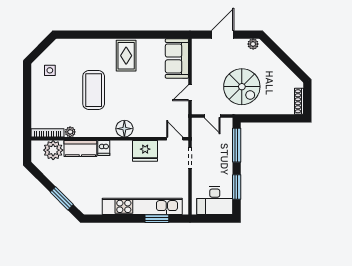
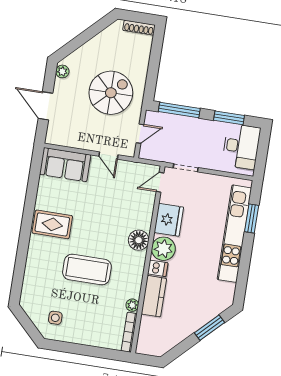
plant: (53, 150) -> (163, 249), moved

